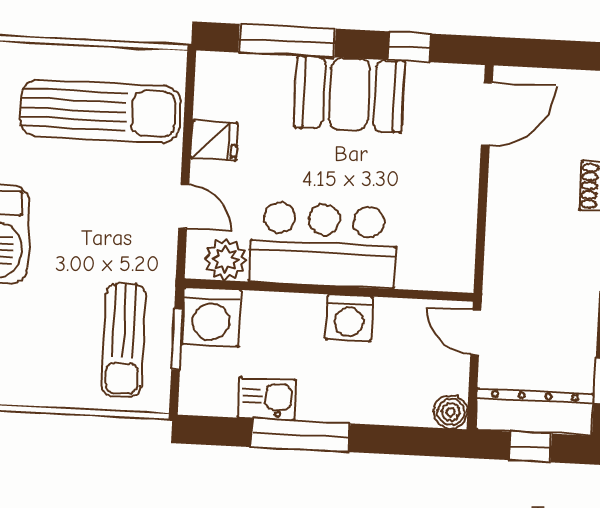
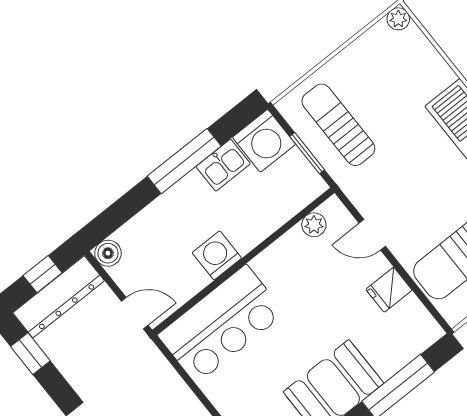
bar counter: (323, 245) -> (221, 324), moved
plant: (225, 259) -> (314, 225), width x0.73, depth x0.73
washing machine: (211, 317) -> (264, 141), moved, turned 180

